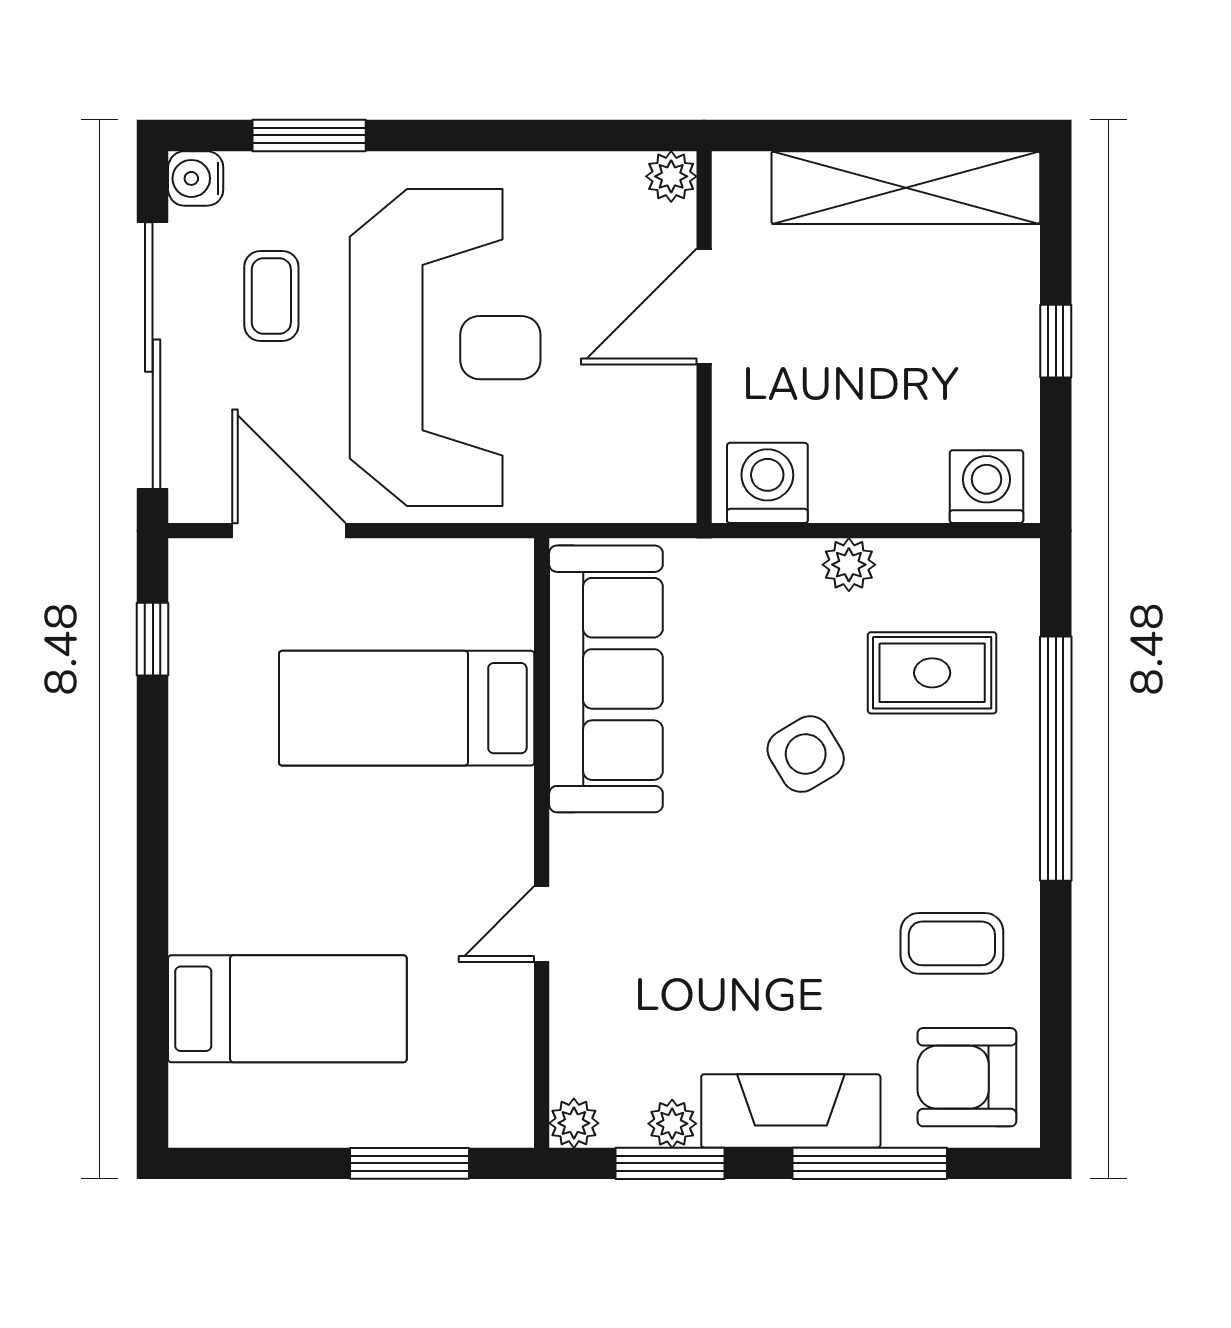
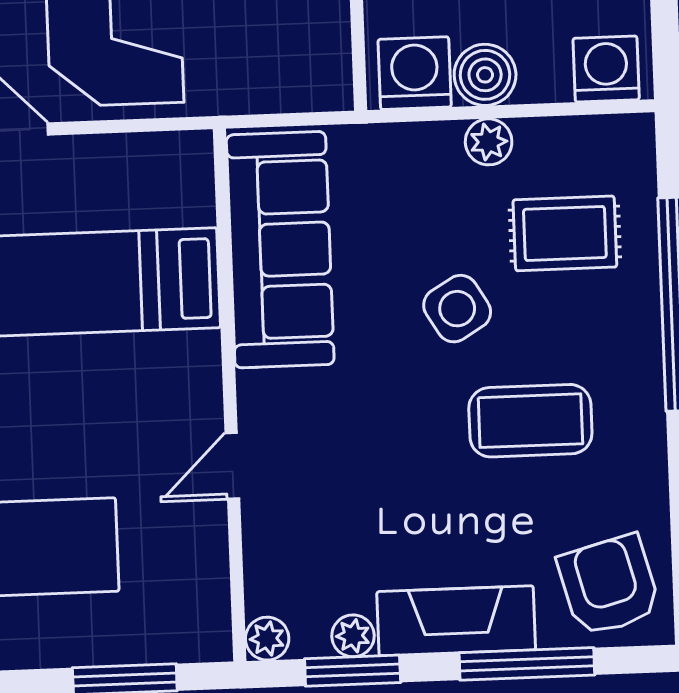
boiler: (848, 488) -> (485, 75), added
coffee table: (952, 943) -> (530, 421), moved, width x1.36, depth x1.30
armchair: (967, 1077) -> (609, 585), turned 75

